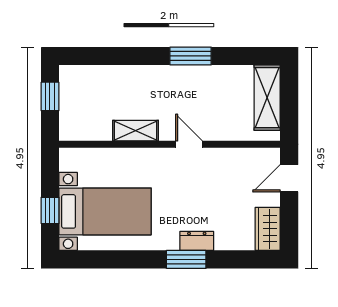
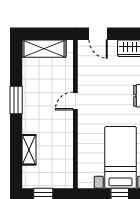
shelving: (136, 131) -> (29, 150), moved

